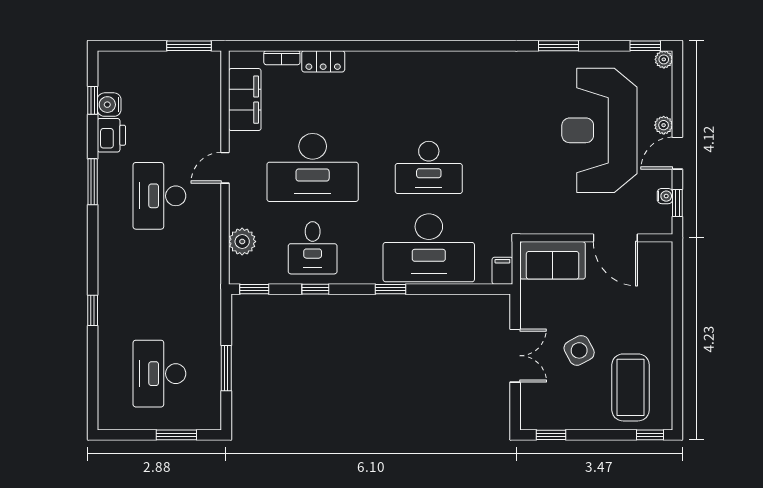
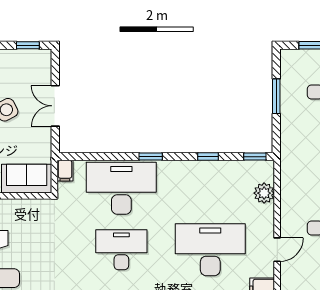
desk: (313, 248) -> (210, 188), removed

